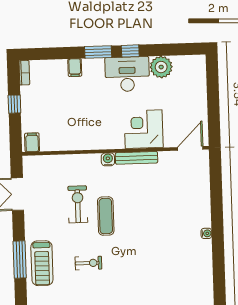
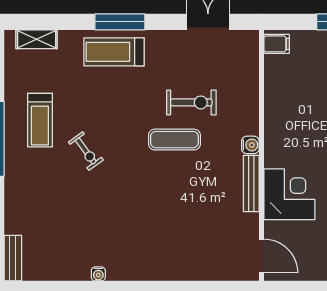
water cooler: (206, 233) -> (98, 274), moved
exercise bike: (88, 263) -> (86, 151), moved, turned -36

